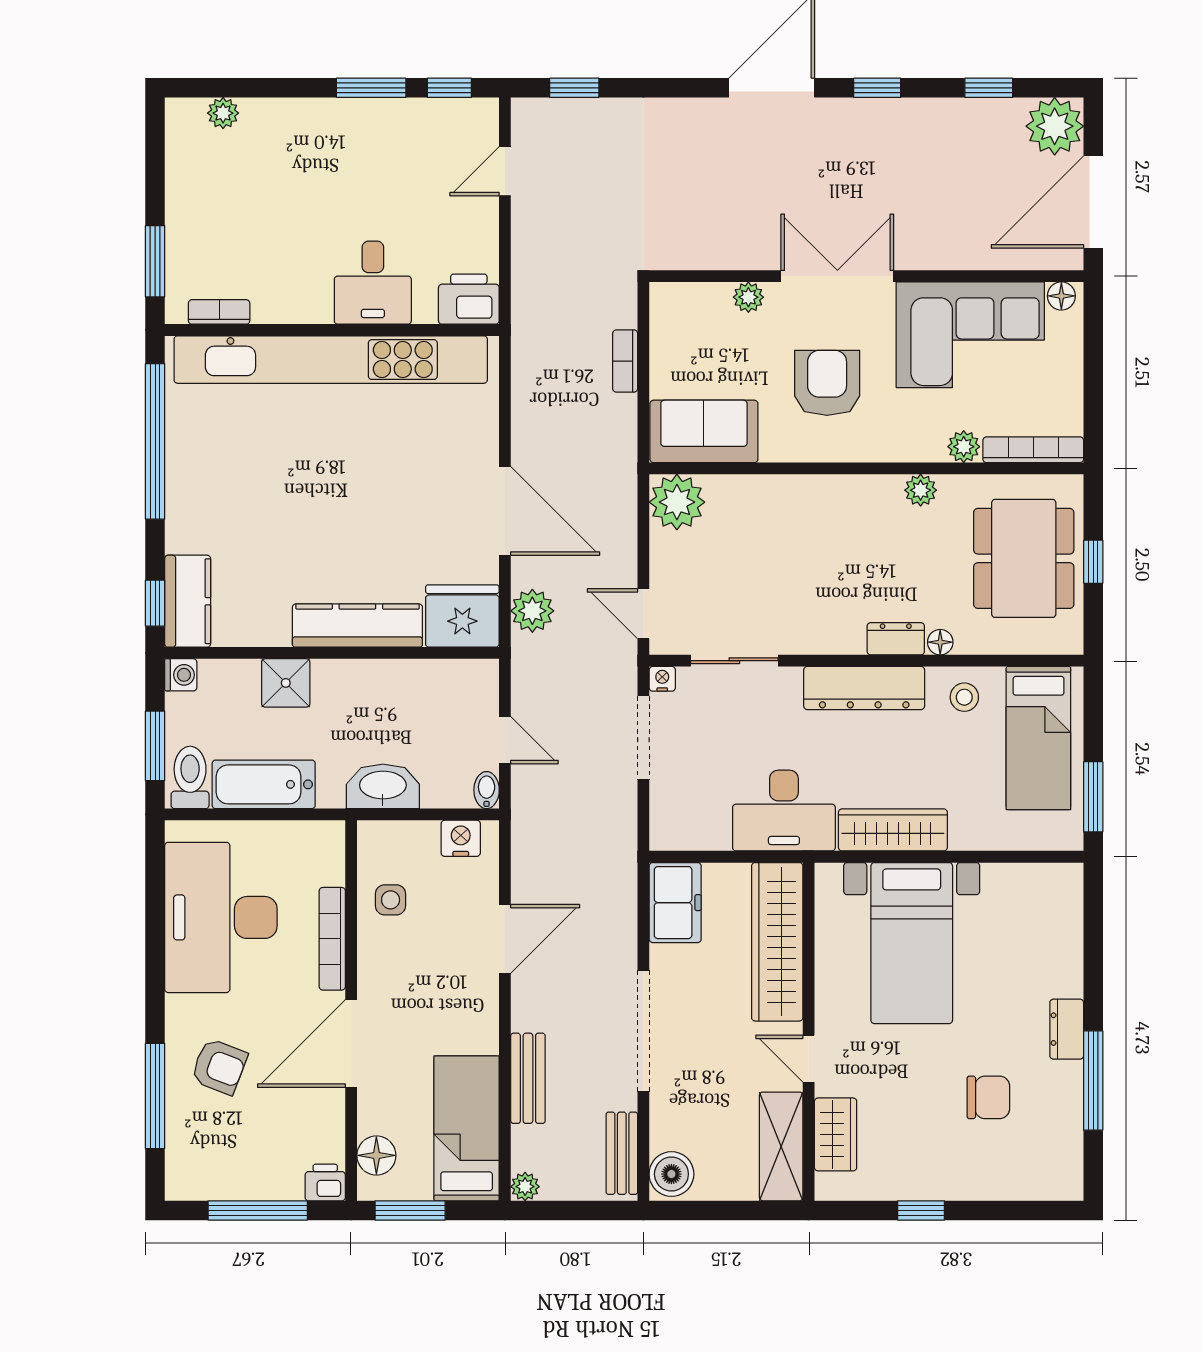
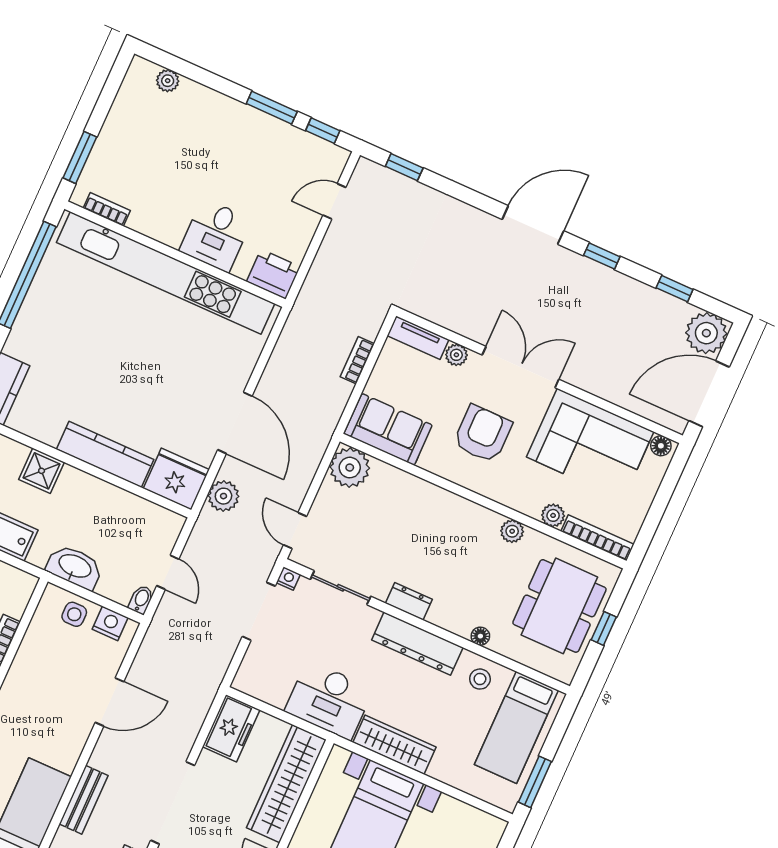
tv unit: (690, 297) -> (418, 338), added
dresser: (896, 639) -> (409, 601), moved
side table: (391, 900) -> (74, 614), moved

